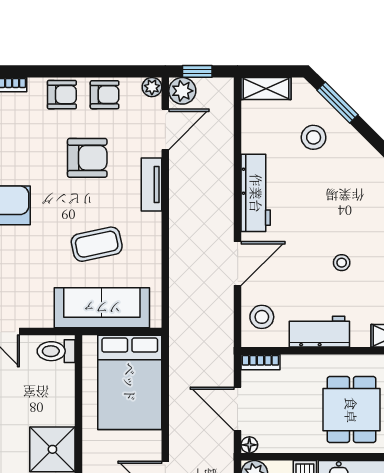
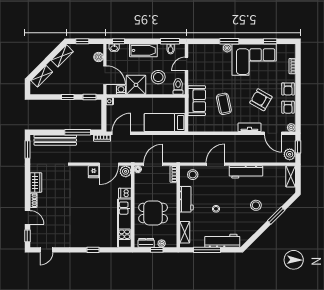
plant: (182, 91) -> (290, 154), moved
window: (337, 103) -> (276, 215), moved
stool: (314, 137) -> (256, 205), moved
armchair: (87, 158) -> (261, 100), turned 120
door: (238, 264) -> (216, 164), swing flipped
sofa: (102, 308) -> (197, 101), width x0.73
bed: (130, 382) -> (165, 123), width x0.67
stool: (34, 397) -> (158, 77), added

